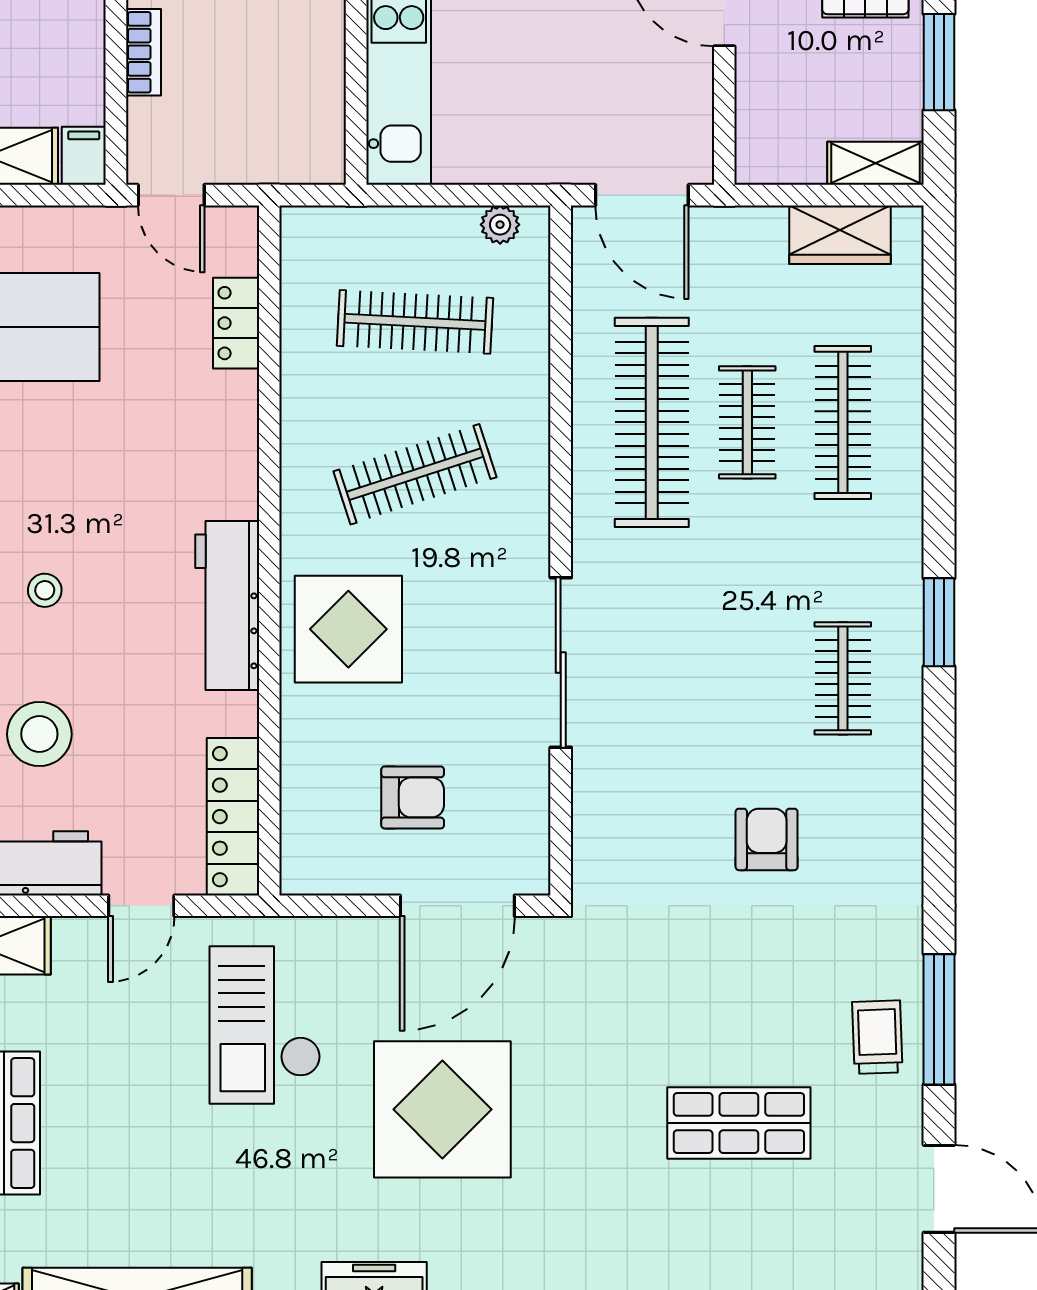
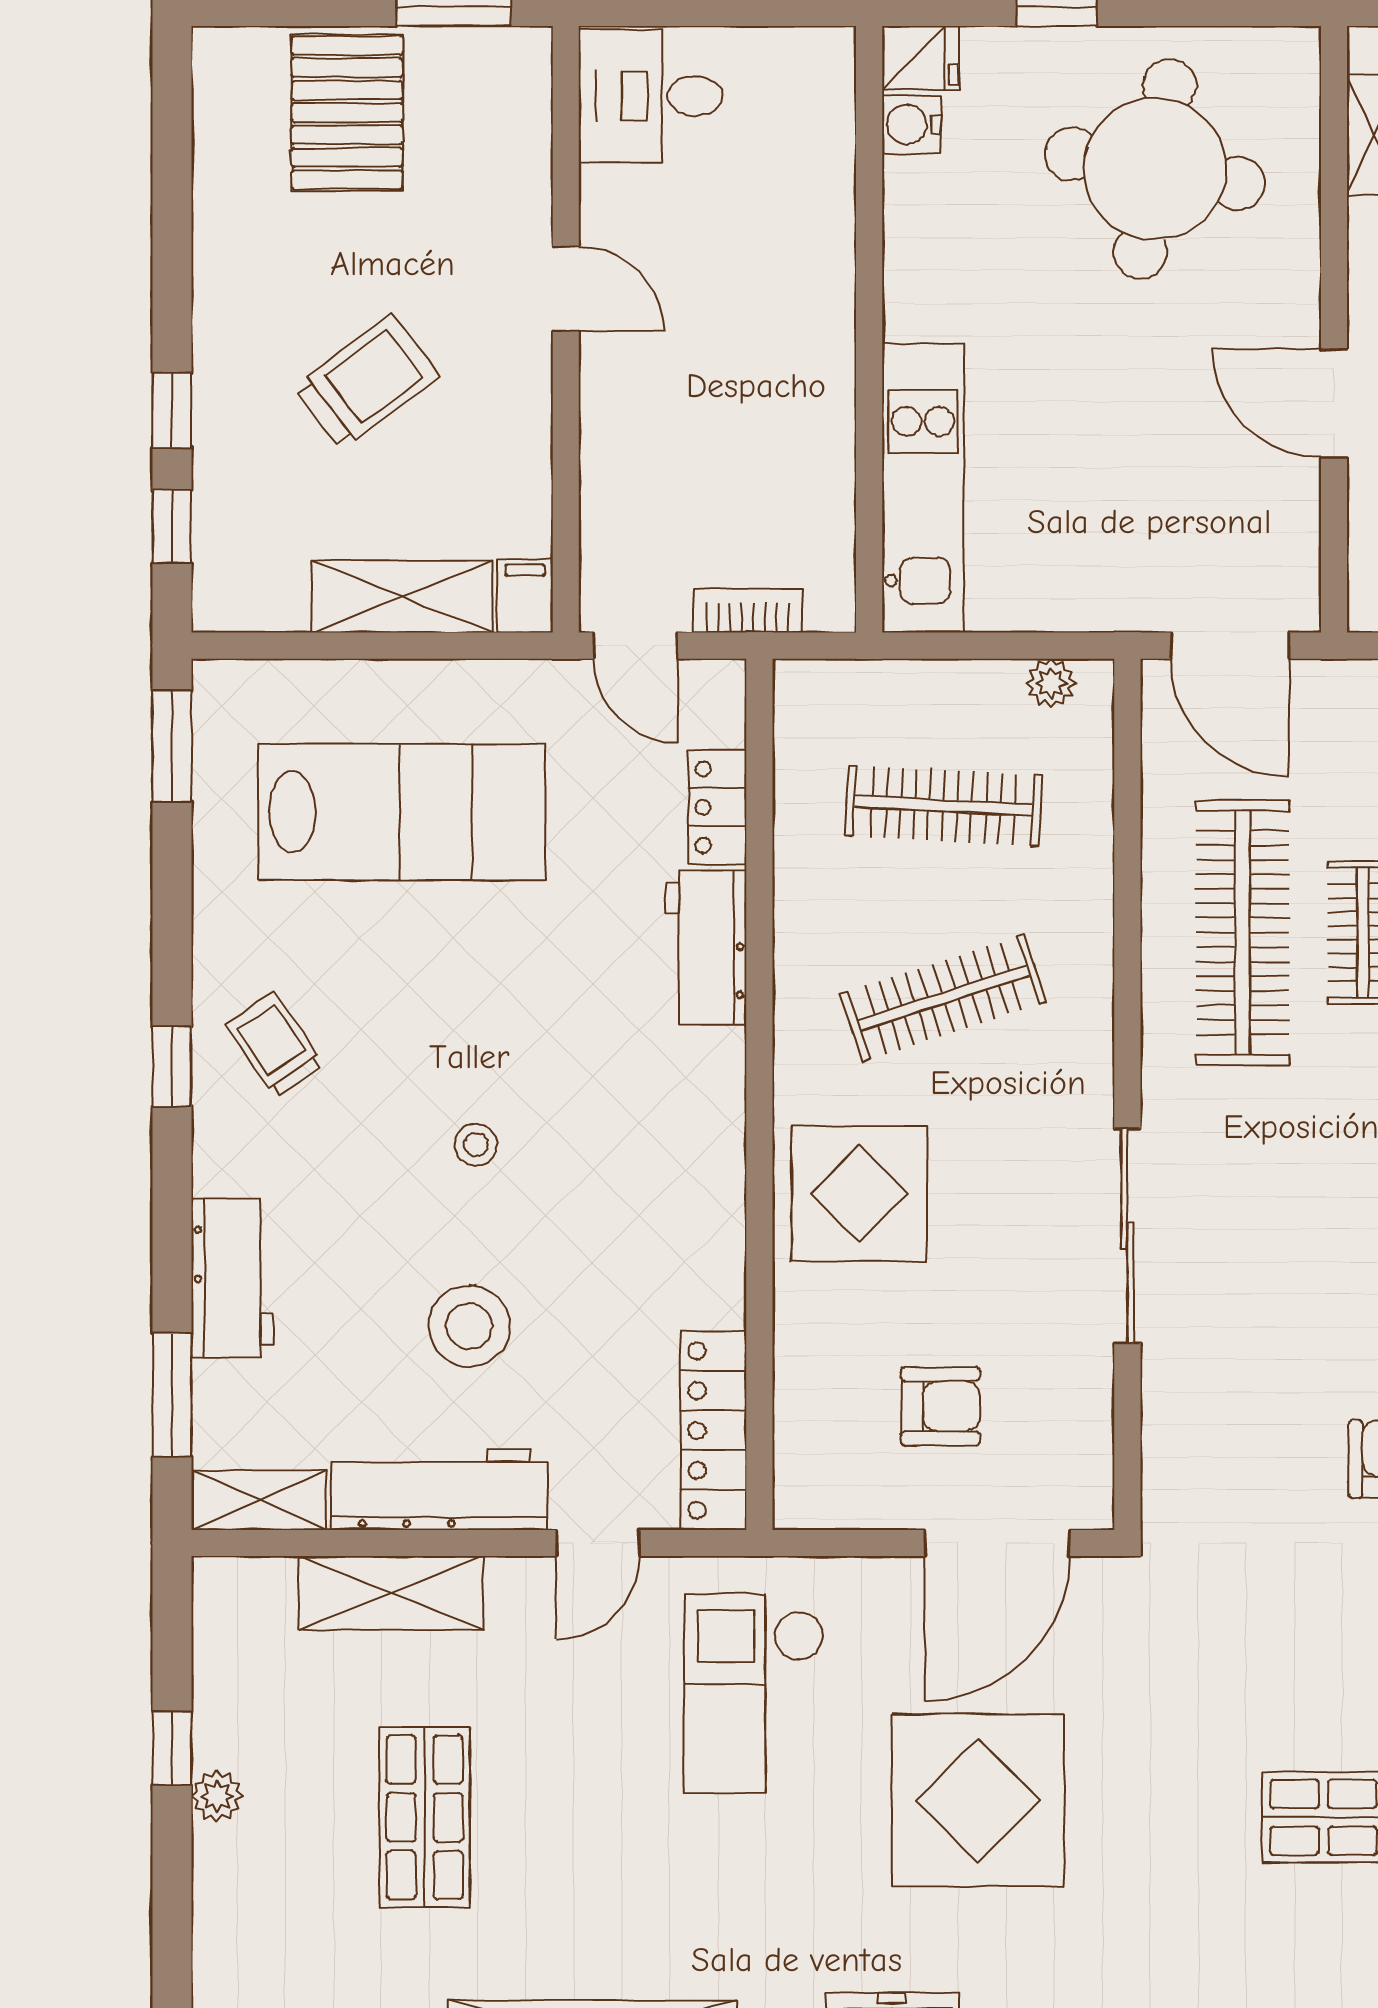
bookcase: (143, 52) -> (748, 611), moved, turned -90
workbench: (227, 605) -> (706, 947), moved, width x0.73

